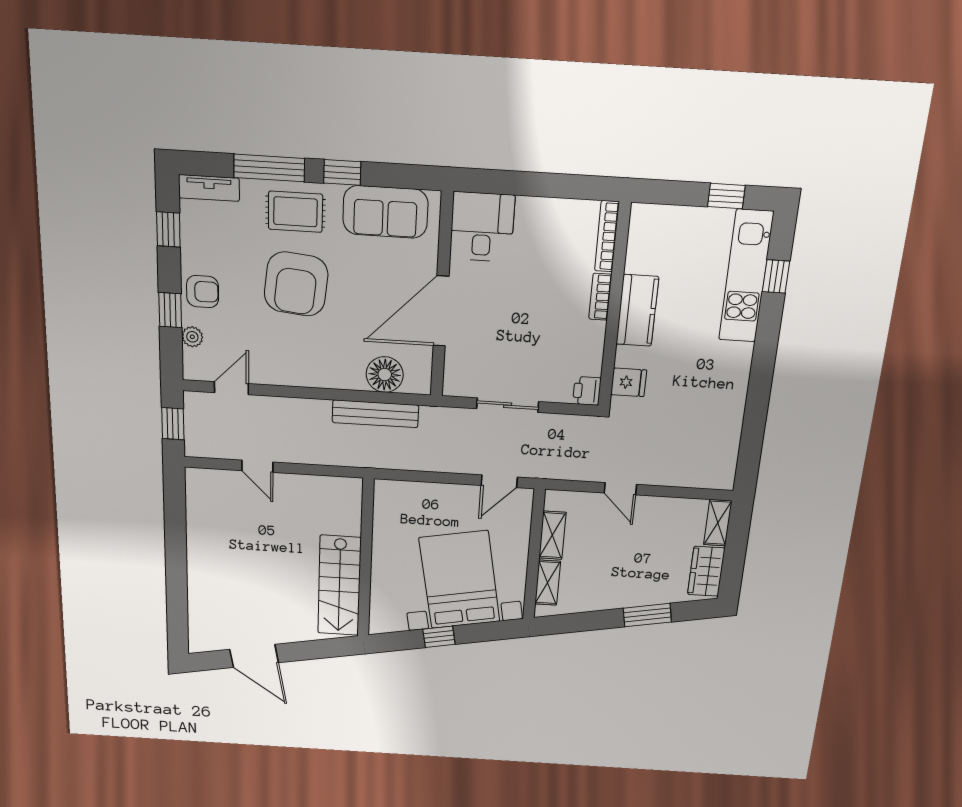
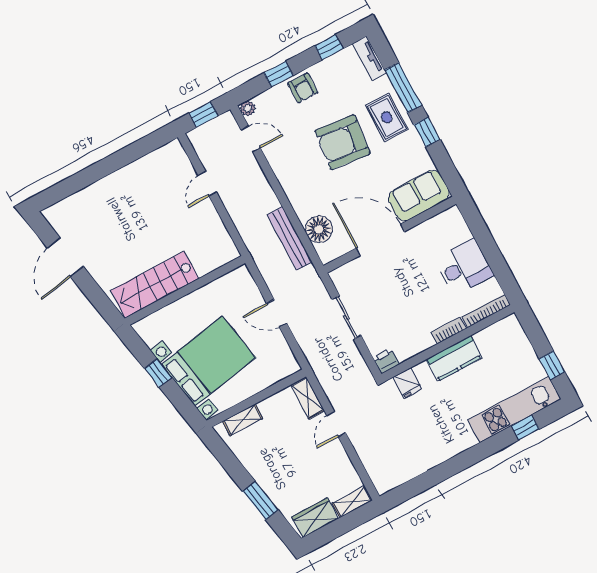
sofa: (385, 212) -> (419, 196), moved, turned 90
desk: (482, 227) -> (464, 267), moved
plant: (192, 337) -> (248, 108), moved
door: (499, 481) -> (277, 313), moved
shelving: (552, 535) -> (308, 398), moved, turned 90

